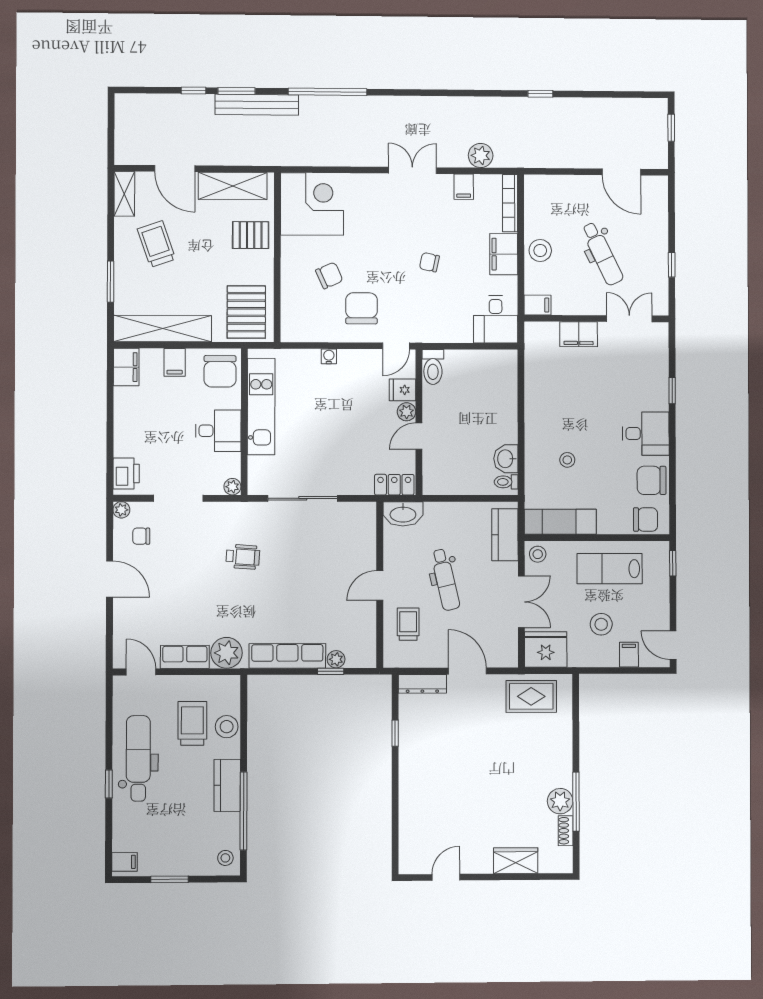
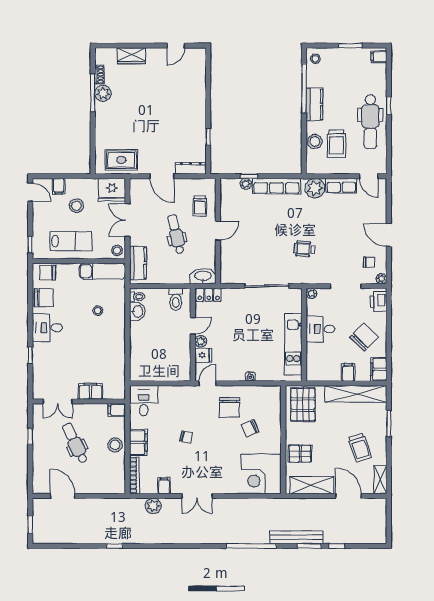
toilet: (433, 367) -> (176, 299), moved, turned 180
chair: (220, 371) -> (364, 337), moved, turned 44

